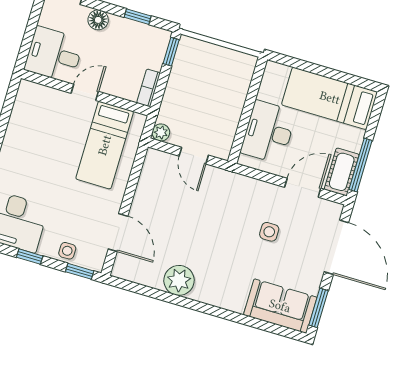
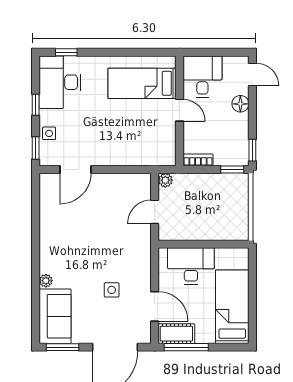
window: (138, 17) -> (252, 150), moved
bed: (105, 145) -> (142, 83), moved
plant: (179, 280) -> (46, 281), moved, width x0.53, depth x0.53

